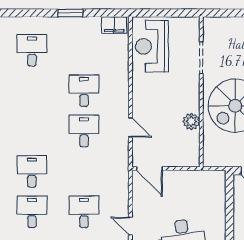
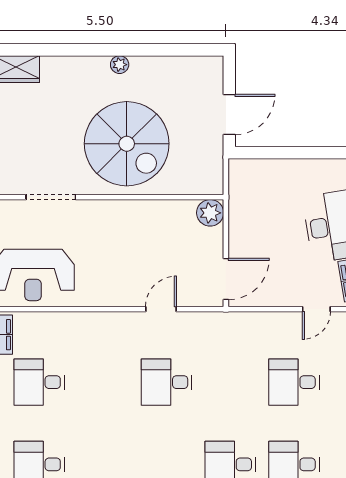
desk: (84, 91) -> (39, 382), moved
plant: (191, 121) -> (210, 213), moved

